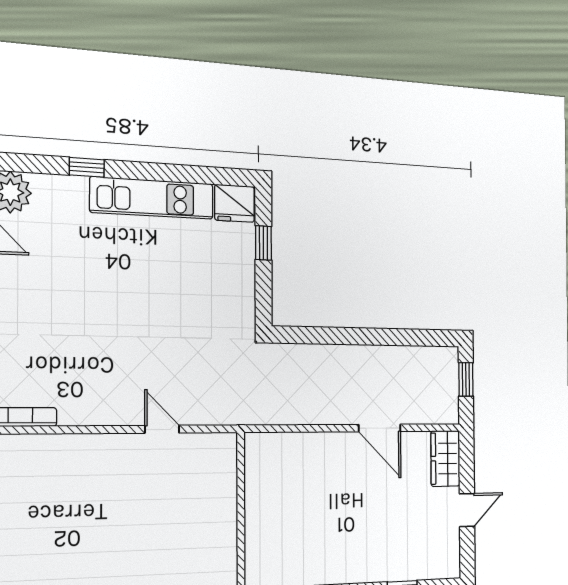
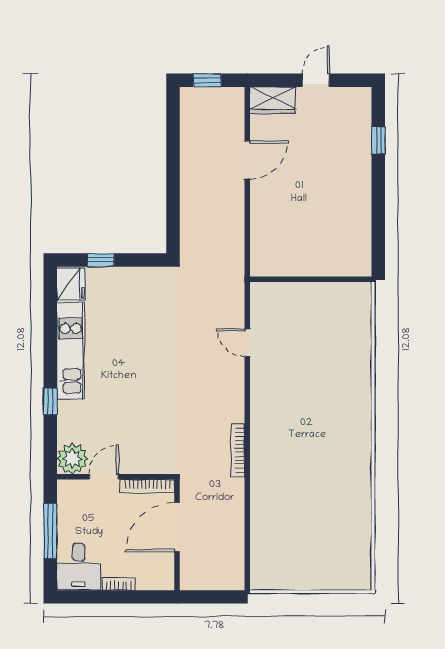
door: (162, 429) -> (247, 343), hinge flipped
door: (467, 510) -> (316, 80), hinge flipped

